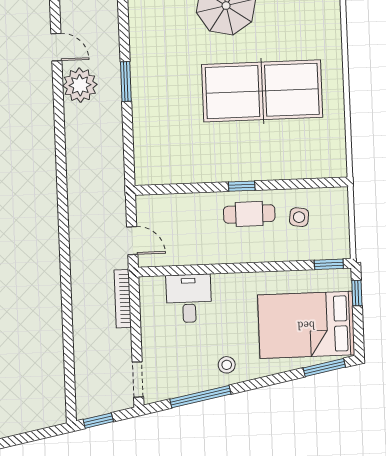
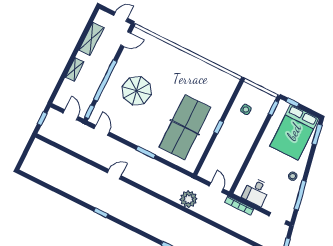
plant: (80, 85) -> (189, 199), moved
table tennis table: (262, 91) -> (185, 127), moved
cafe table: (249, 214) -> (233, 130), removed
door: (132, 241) -> (216, 187), hinge flipped
desk: (189, 298) -> (256, 192), moved, turned -90

